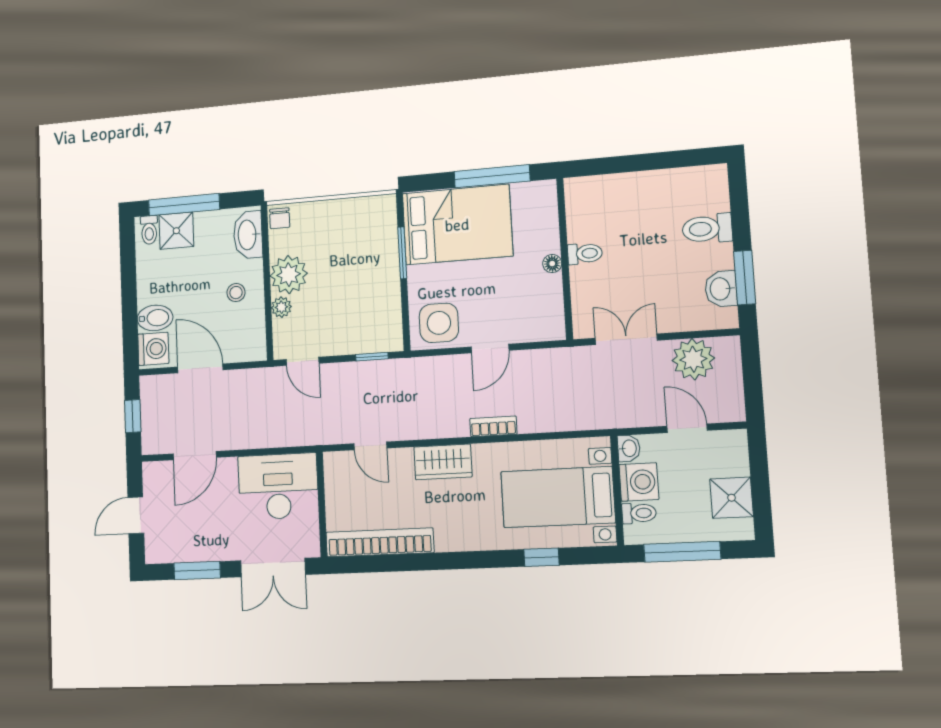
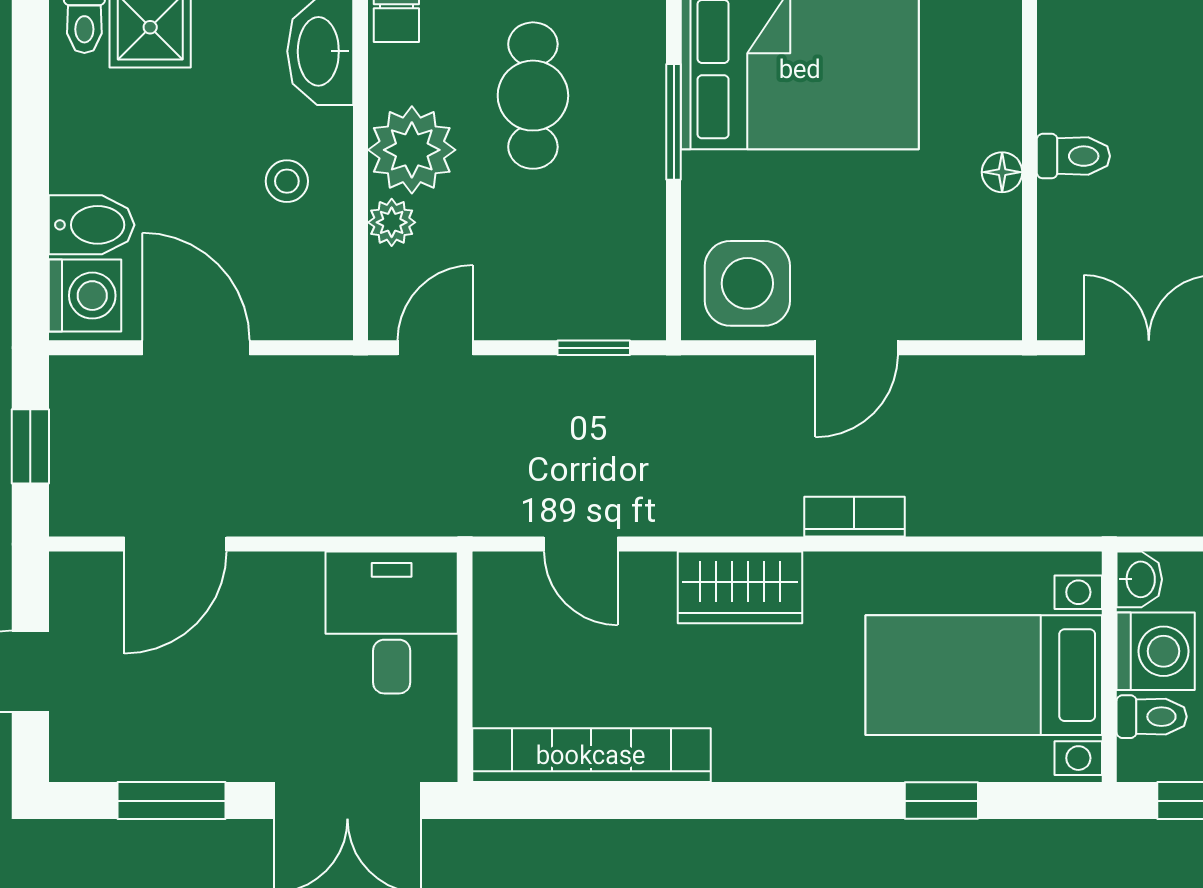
cafe table: (340, 246) -> (533, 96), added
door: (303, 361) -> (435, 348), swing flipped
desk: (278, 486) -> (392, 622), width x0.73

